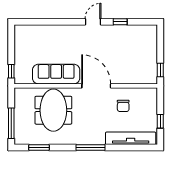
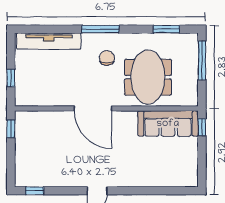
window: (120, 22) -> (35, 191), moved
sofa: (56, 74) -> (168, 124), moved
chair: (123, 106) -> (107, 58), moved
window: (160, 121) -> (11, 78), moved

